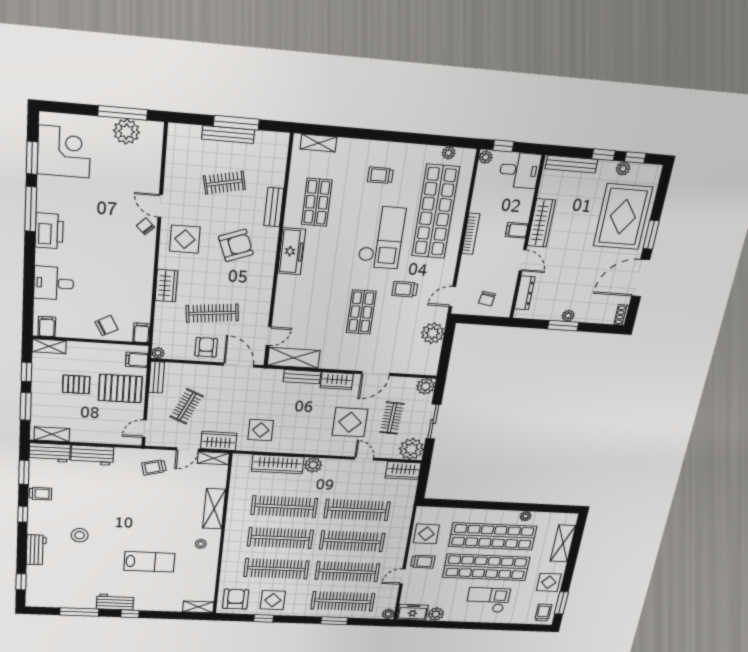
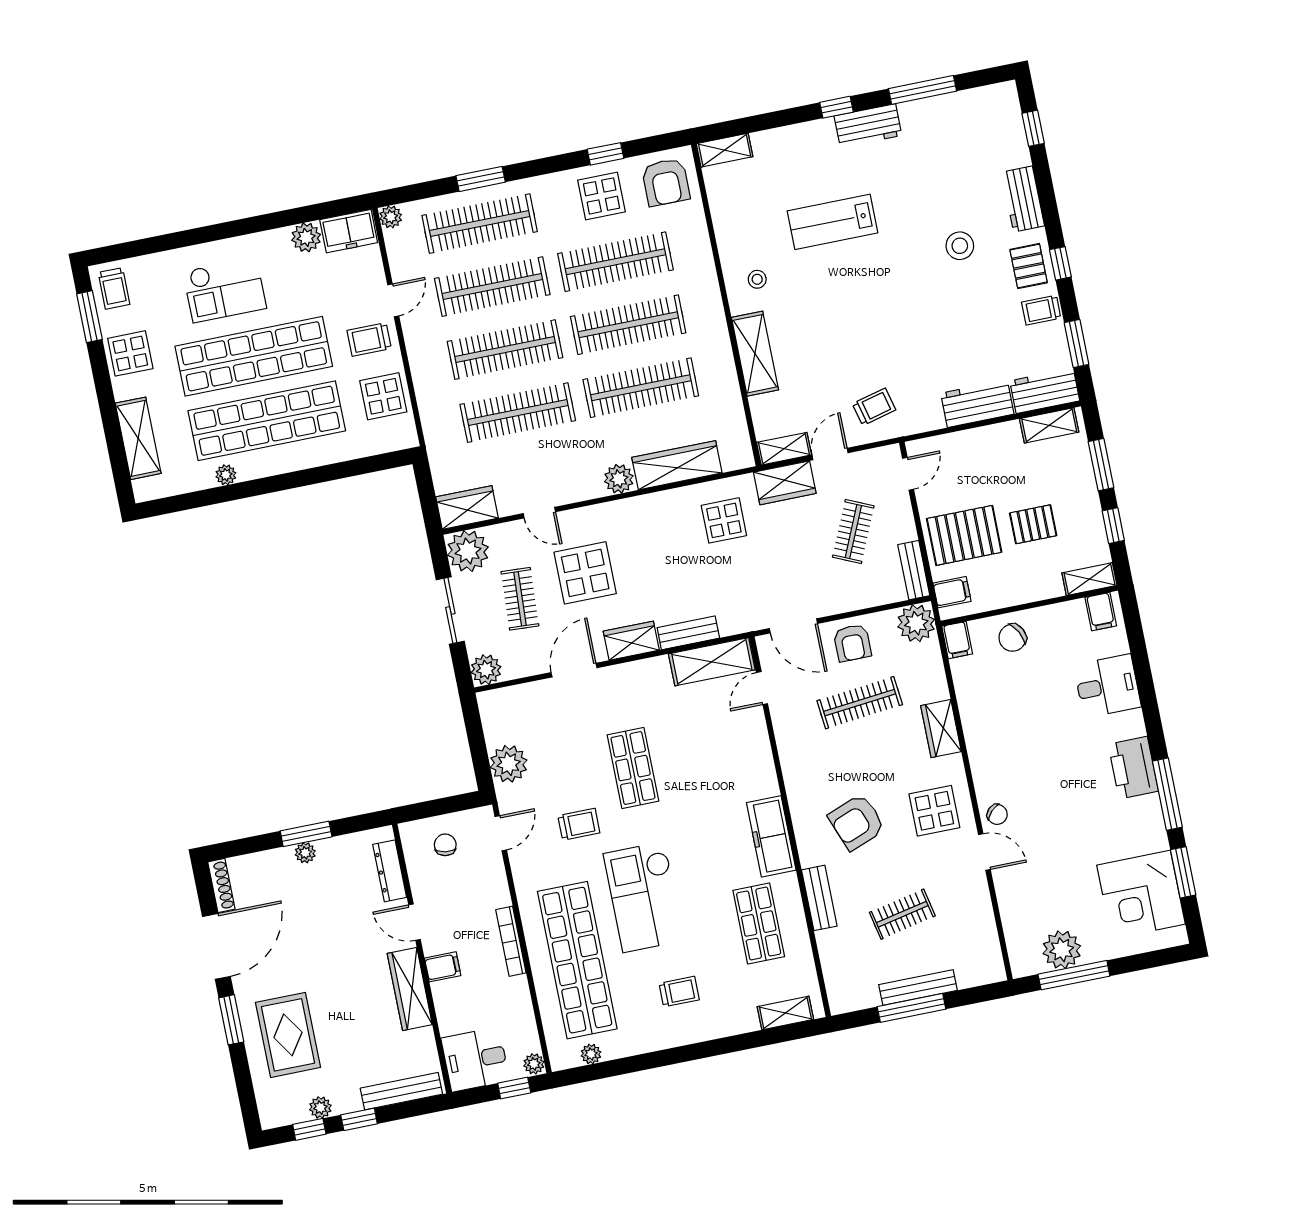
rug: (623, 217) -> (288, 1035), width x0.73, depth x0.69
shoe rack: (621, 315) -> (221, 886), width x1.43
plant: (158, 353) -> (916, 623), width x1.87, depth x1.87
pallet: (42, 517) -> (1029, 266), added

